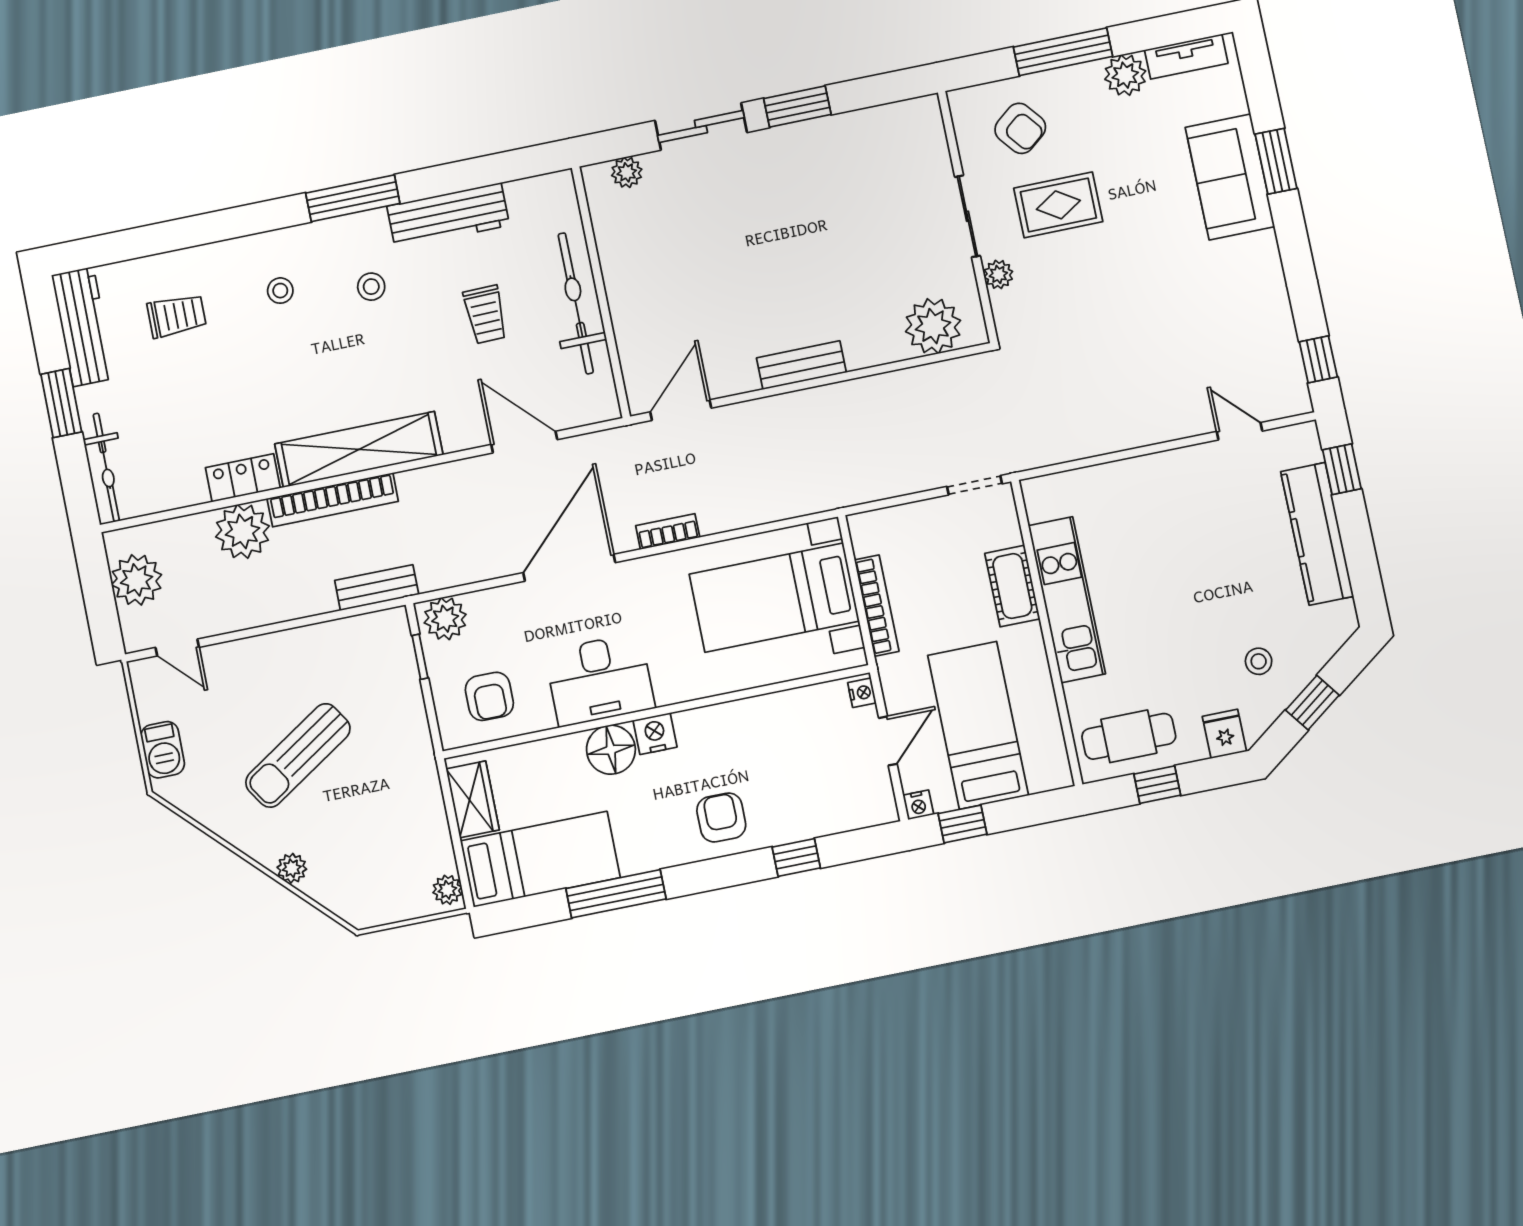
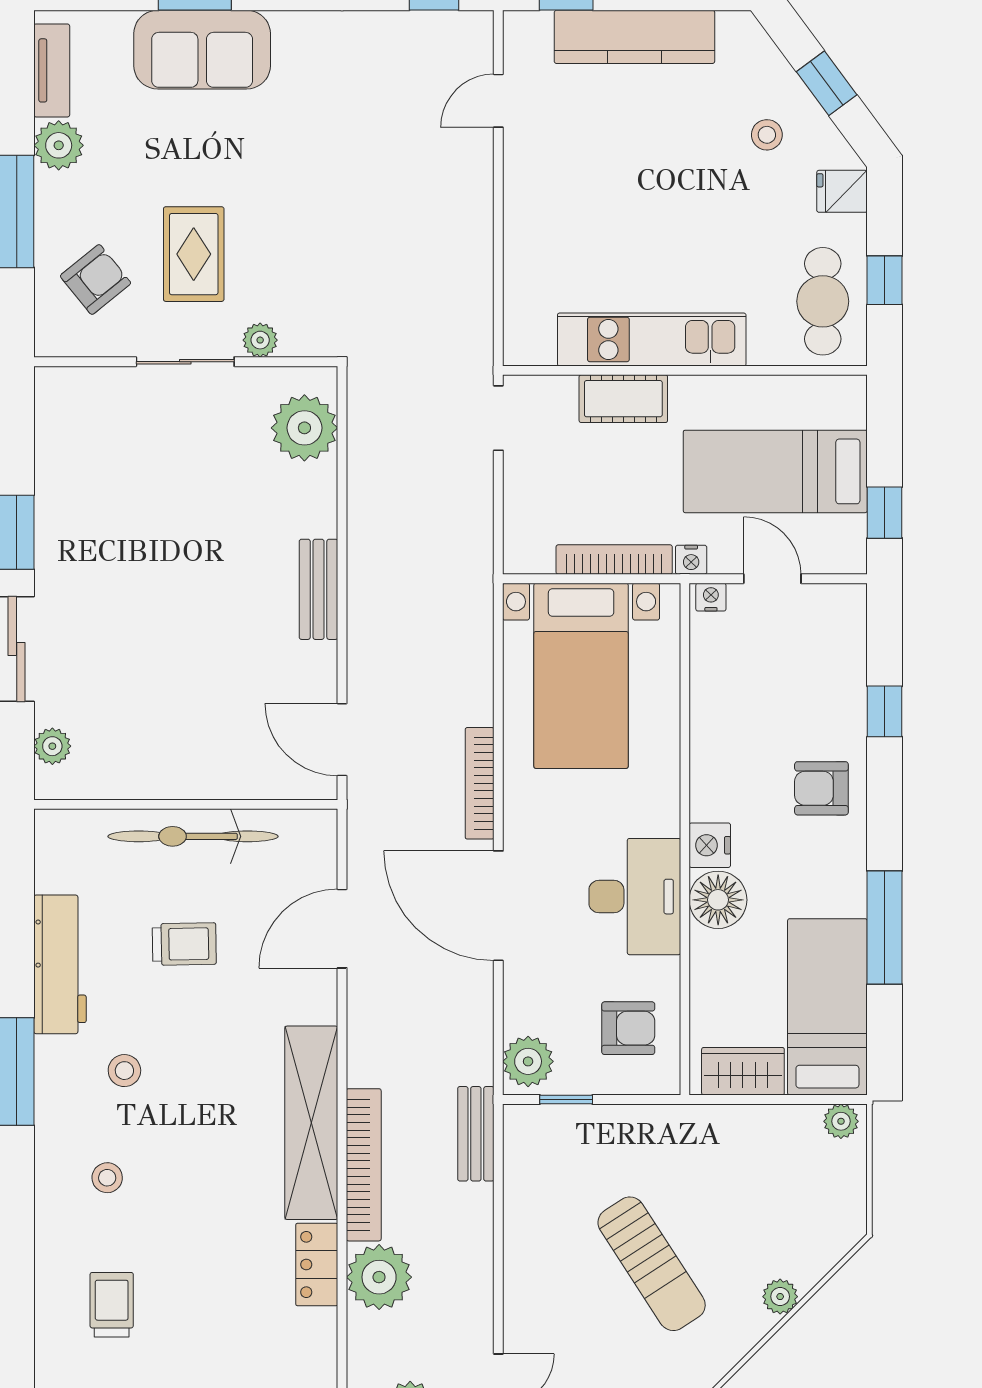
bookcase: (668, 531) -> (480, 783), width x1.56
nightstand: (918, 805) -> (691, 560), moved, turned 90

